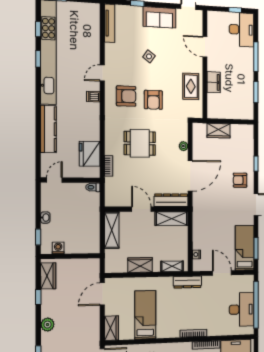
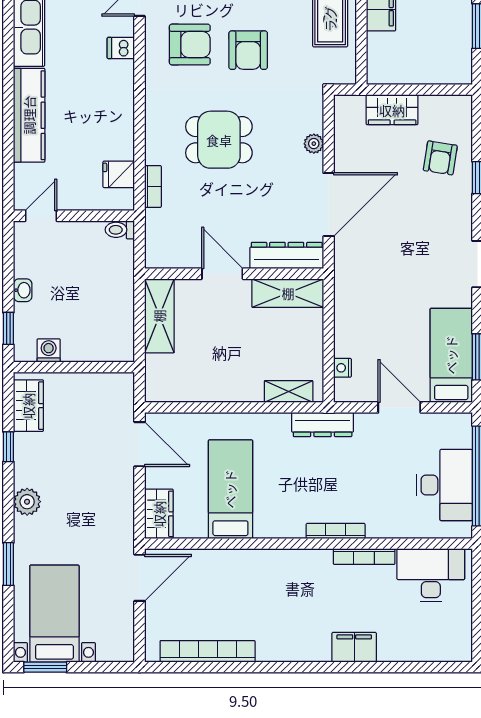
fridge: (90, 154) -> (119, 174), width x0.53, depth x0.75
armchair: (240, 180) -> (440, 158), moved, turned -81
wardrobe: (140, 265) -> (219, 387), removed
door: (102, 294) -> (140, 444), swing flipped

